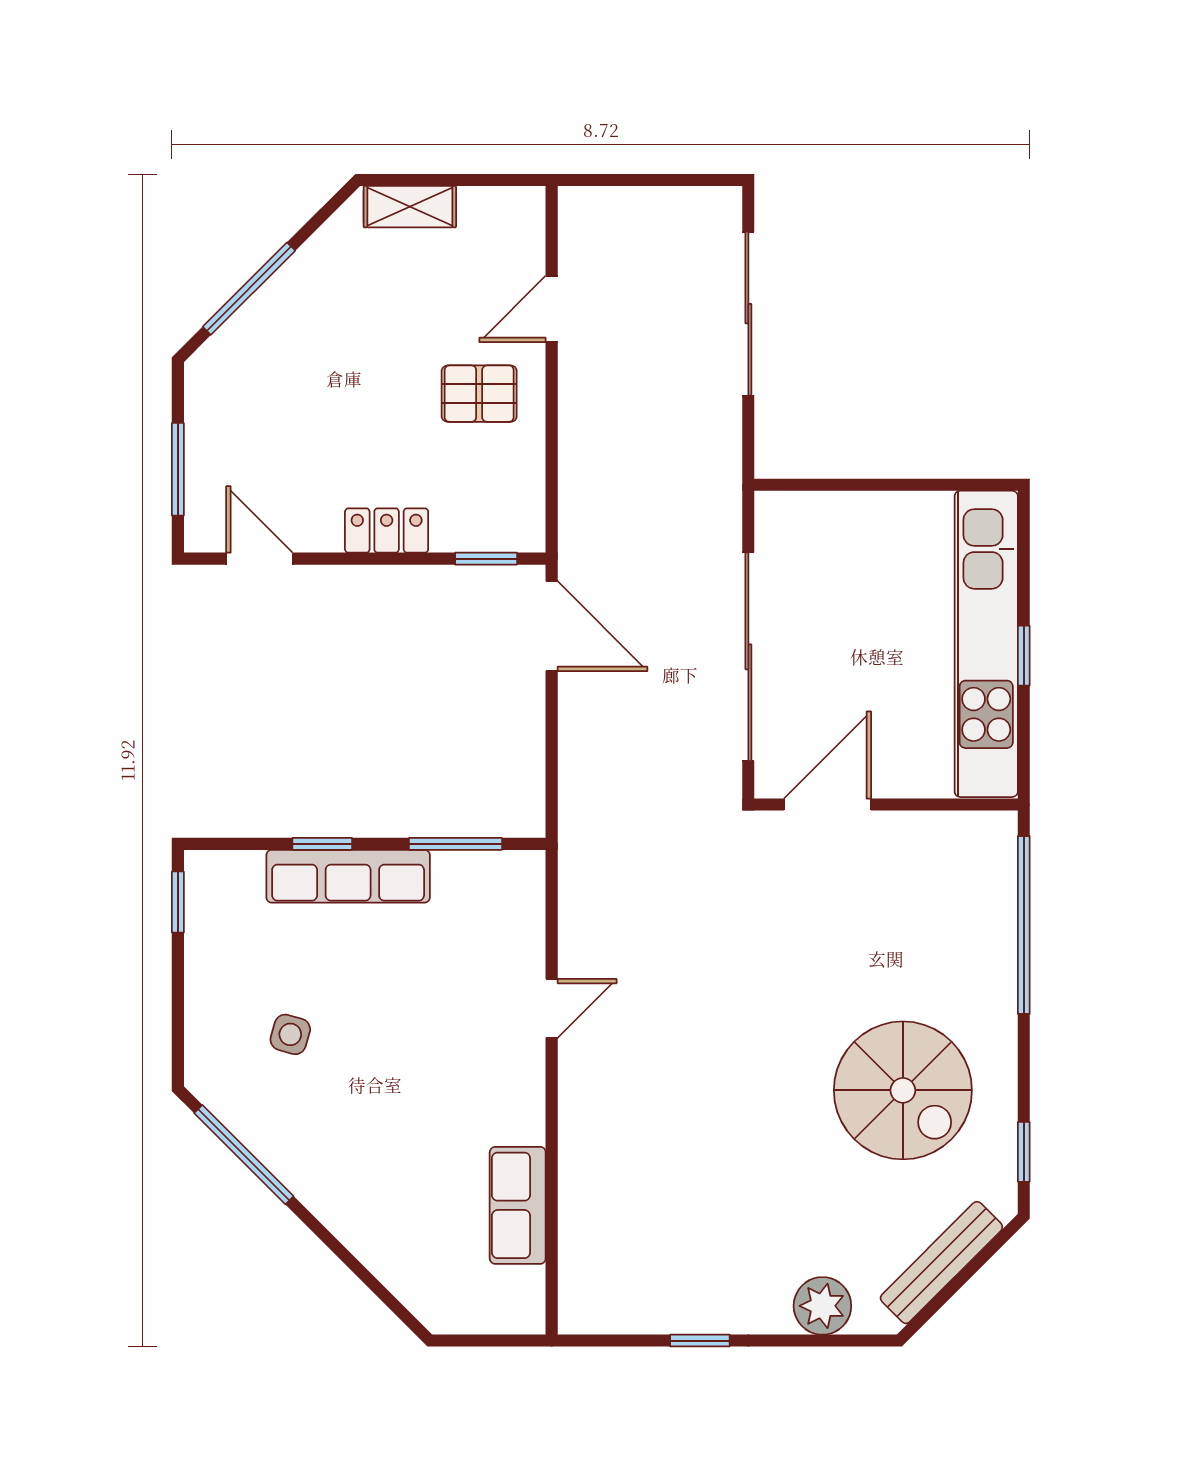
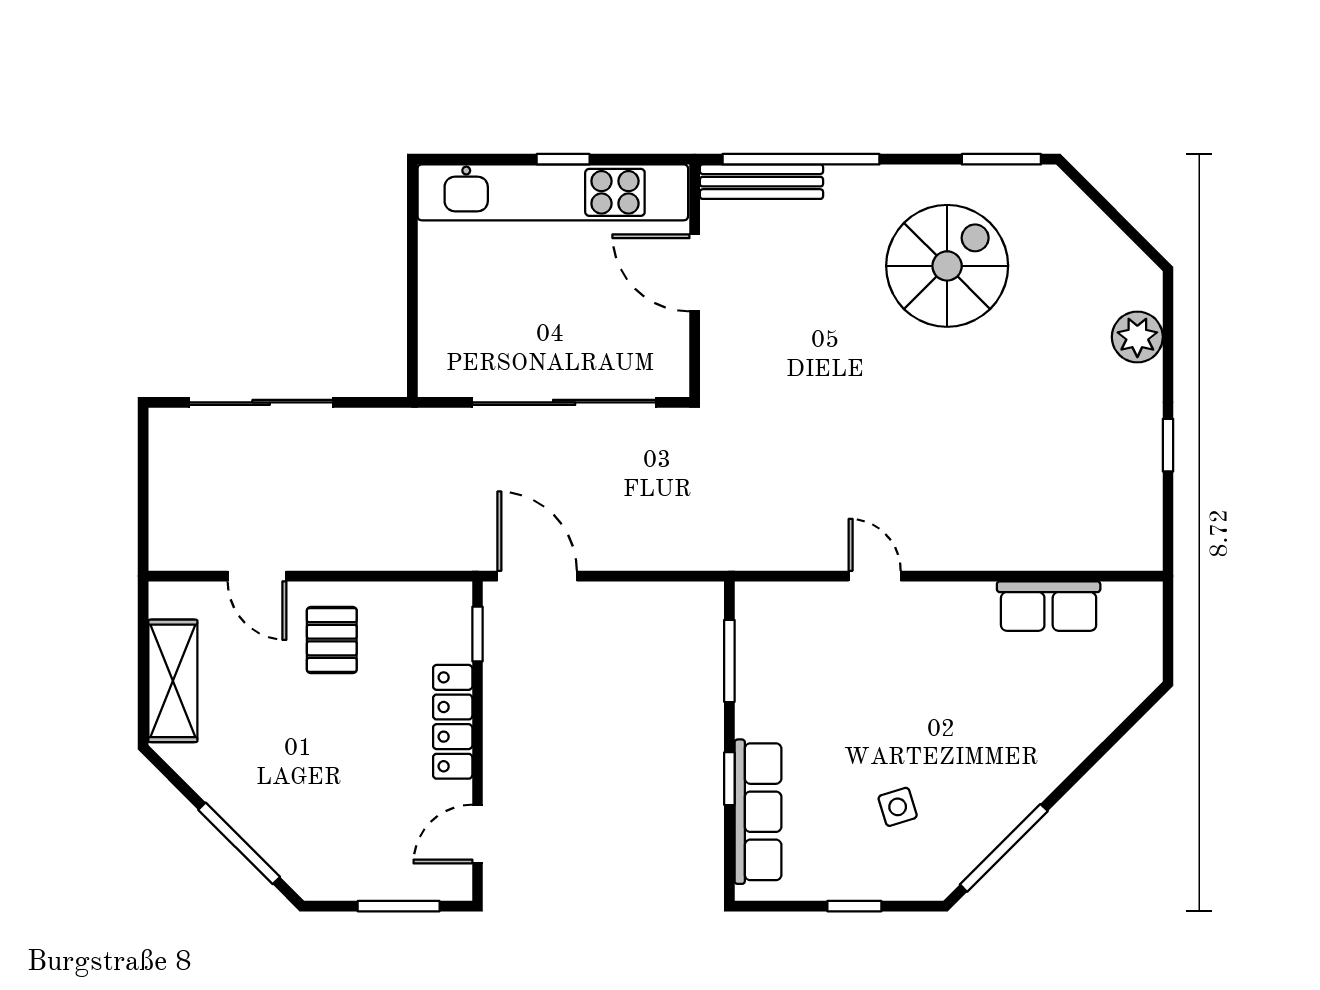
shelving: (410, 207) -> (173, 681), width x1.50, depth x1.33
locker: (387, 530) -> (453, 722), width x1.53
door: (552, 626) -> (537, 576), hinge flipped
door: (827, 805) -> (695, 273), moved
row of seats: (348, 876) -> (758, 812), moved
window: (178, 902) -> (854, 906), moved
side table: (290, 1034) -> (898, 807), turned -33
window: (1024, 1152) -> (1001, 159), width x1.50
bench: (941, 1263) -> (761, 182), moved, turned -45

